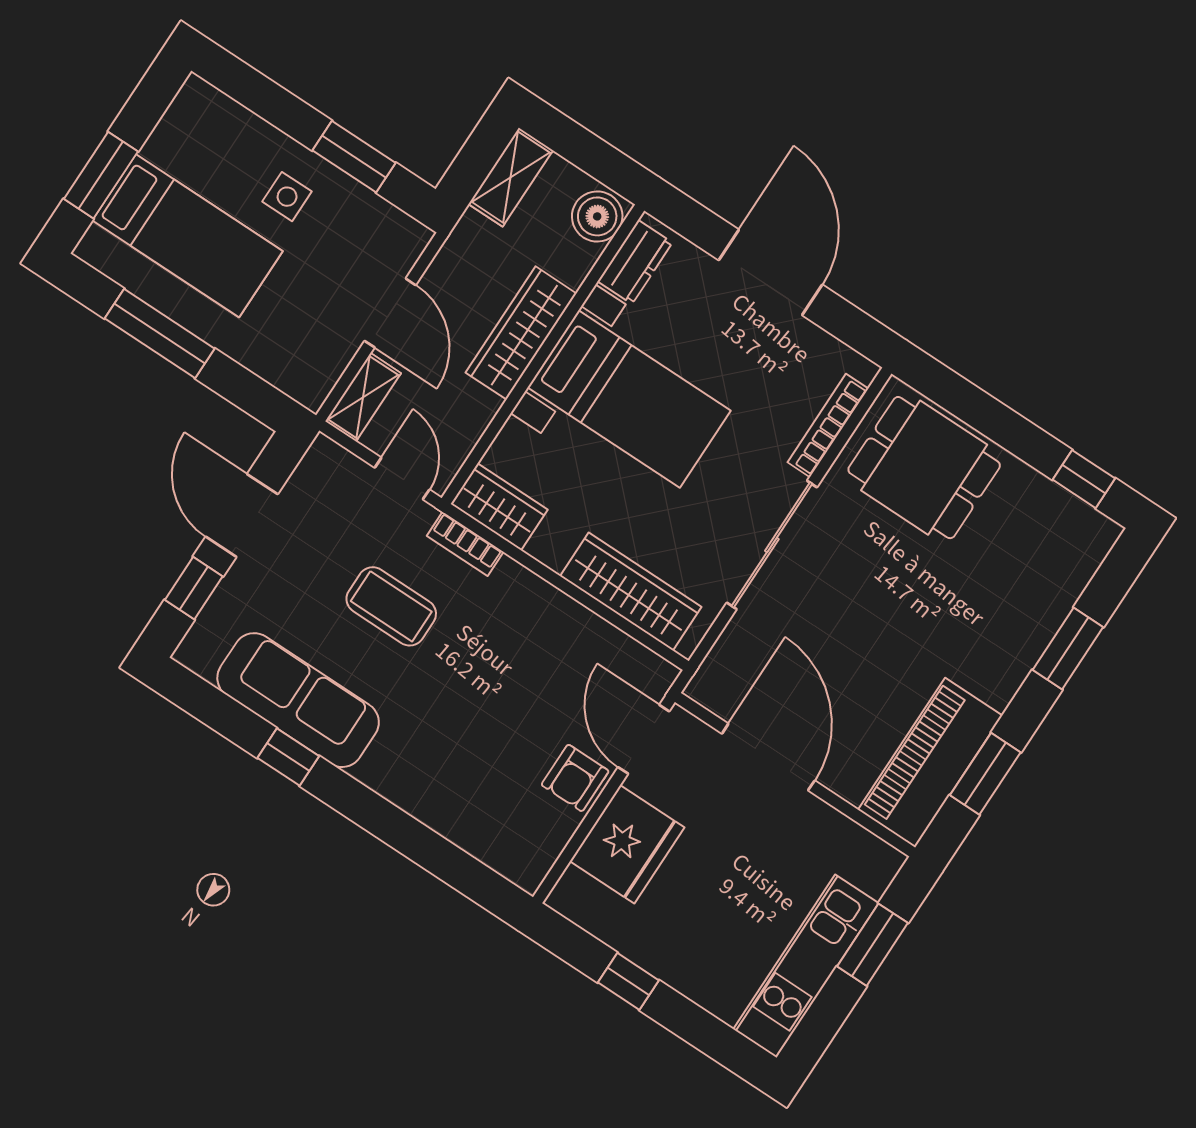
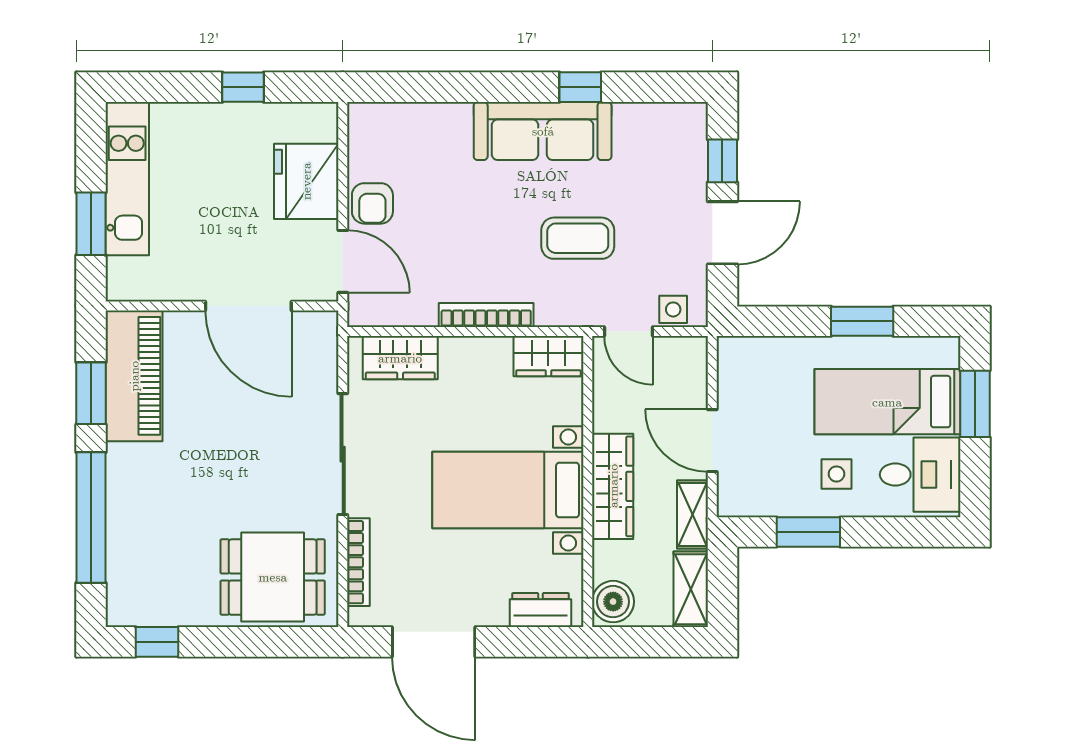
desk: (203, 140) -> (920, 475), added
dresser: (635, 262) -> (540, 610), moved, turned 90
door: (770, 272) -> (434, 642), moved
window: (160, 333) -> (862, 321), width x0.69
shelving: (363, 397) -> (693, 514), moved
side table: (342, 471) -> (673, 309), added
door: (242, 515) -> (722, 233), hinge flipped
bookcase: (465, 544) -> (486, 315), moved, width x1.56
wardrobe: (631, 592) -> (400, 358), width x0.67
window: (1068, 648) -> (91, 517), width x2.11
sofa: (298, 700) -> (543, 131), moved
armchair: (575, 778) -> (372, 203), turned 180

